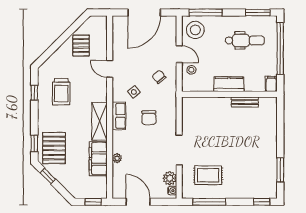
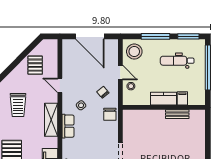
door: (144, 13) -> (90, 36), hinge flipped
window: (206, 13) -> (156, 36), moved
dental chair: (245, 40) -> (177, 61), turned 180
filing cabinet: (271, 84) -> (182, 98), moved
chair: (149, 118) -> (110, 114), moved
shelving: (99, 121) -> (51, 120), moved

